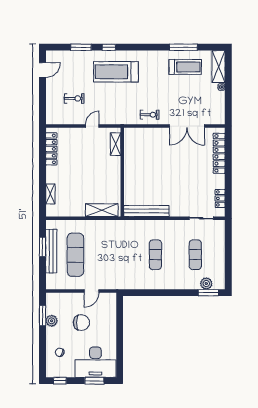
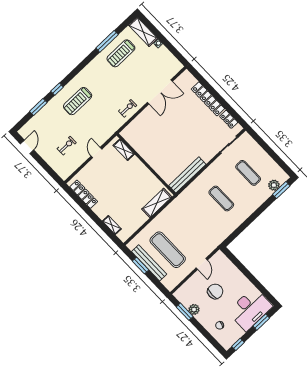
treadmill: (185, 67) -> (121, 53), turned 180
treadmill: (116, 72) -> (78, 101), width x0.73, depth x0.73
locker: (219, 153) -> (208, 99), moved

